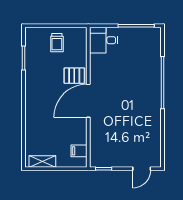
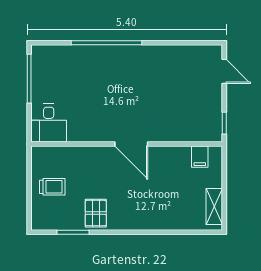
pallet: (74, 76) -> (96, 213), moved
door: (88, 101) -> (131, 144), width x0.73

